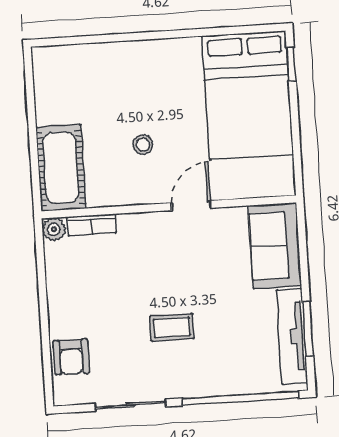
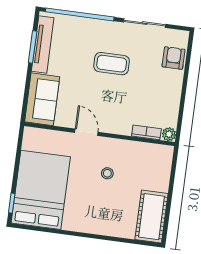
cot: (61, 168) -> (151, 217), moved
door: (191, 206) -> (86, 132), swing flipped
coffee table: (172, 327) -> (112, 64), width x1.36, depth x1.30

